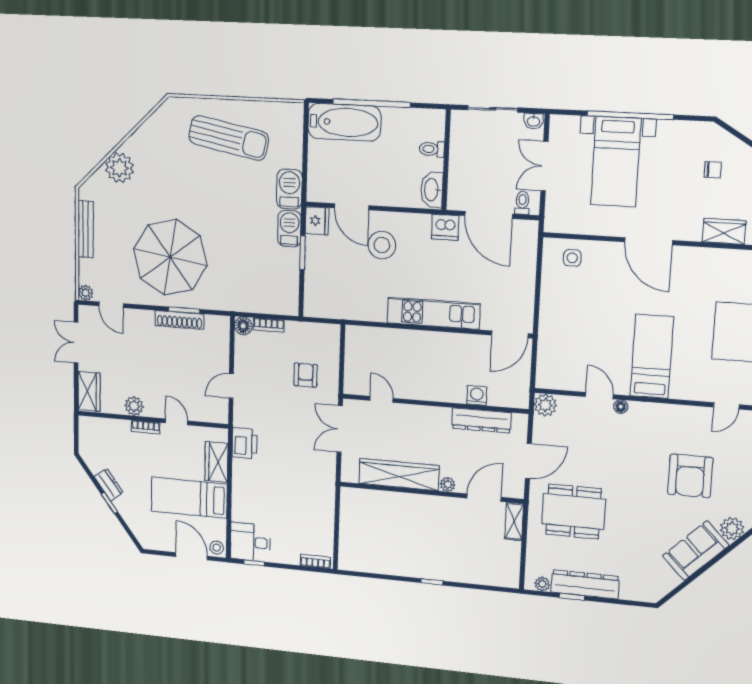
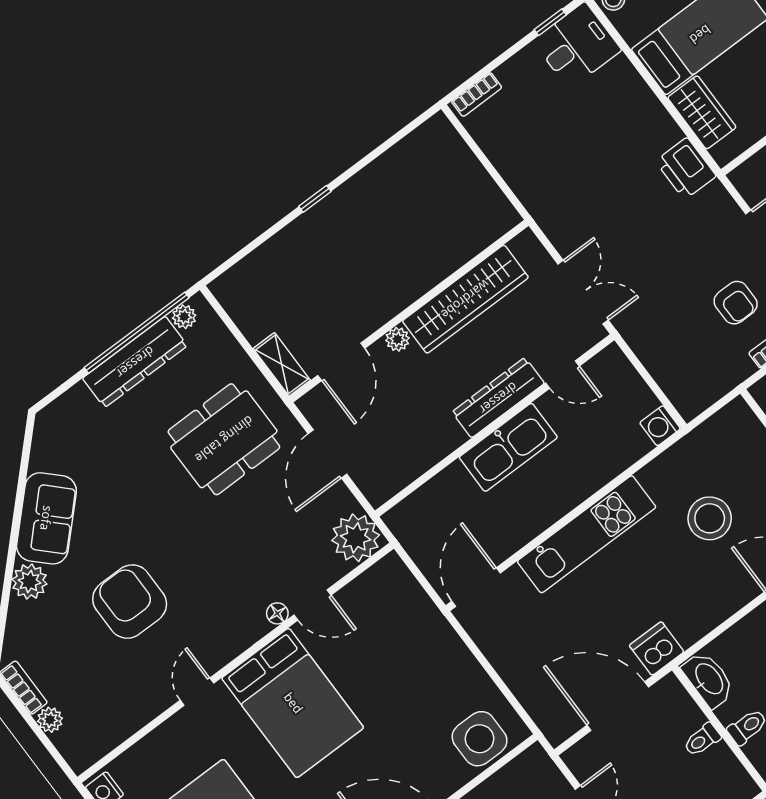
toilet: (522, 203) -> (702, 740), moved, turned 90
stool: (382, 245) -> (710, 518), moved
side table: (572, 258) -> (480, 739), width x1.87, depth x1.87
bed: (652, 356) -> (293, 703), width x1.50
armchair: (306, 375) -> (736, 303), moved
kitchen sink: (437, 388) -> (508, 447), added
washing machine: (477, 396) -> (660, 426), moved, turned 90
plant: (545, 405) -> (356, 538), width x1.36, depth x1.36
door: (726, 406) -> (197, 692), moved
dresser: (482, 420) -> (498, 398), moved
window: (572, 597) -> (137, 333), width x3.17

